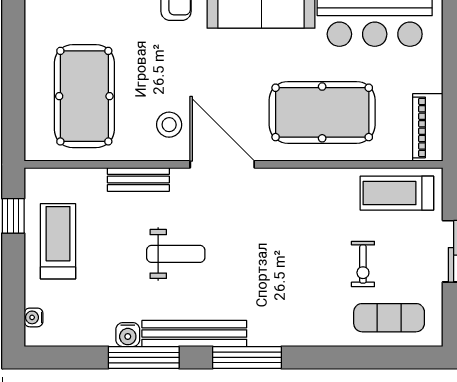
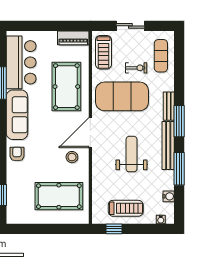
bench: (138, 180) -> (169, 106), moved
exercise mat: (301, 233) -> (122, 96), added
treadmill: (58, 241) -> (126, 208), turned 180
weight bench: (176, 254) -> (132, 154), width x1.36, depth x1.33
water cooler: (128, 335) -> (169, 196), moved

